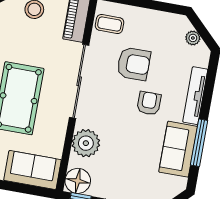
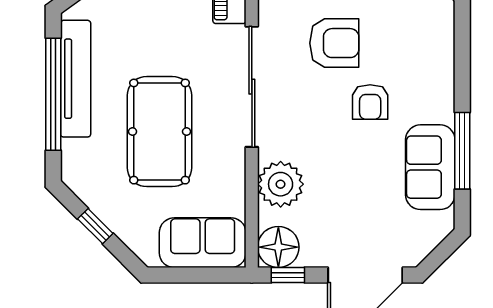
tv unit: (195, 96) -> (442, 76), removed
armchair: (149, 103) -> (370, 102), turned 180

